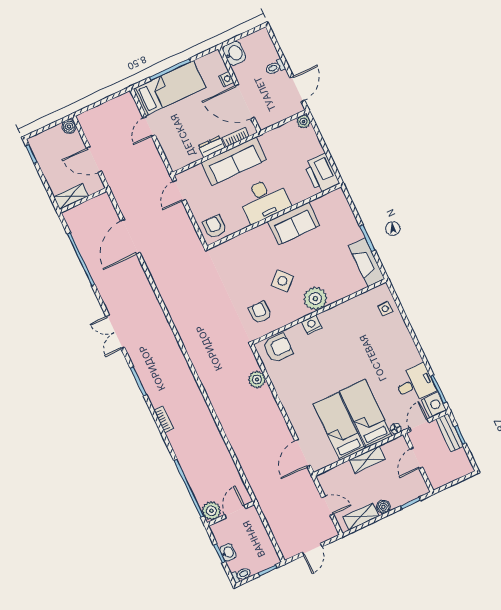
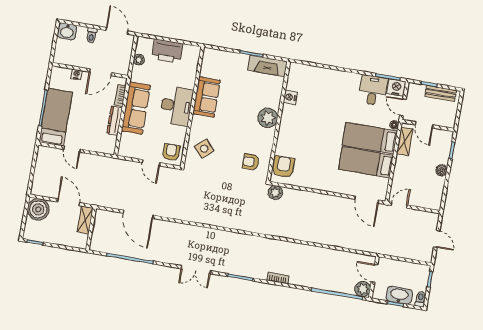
washbasin: (234, 53) -> (67, 31), moved, turned 180
door: (245, 101) -> (100, 72), width x0.73
plant: (304, 122) -> (139, 60), moved
boiler: (69, 127) -> (38, 209), width x1.86, depth x1.86
dresser: (212, 147) -> (115, 121), width x1.44
door: (94, 160) -> (68, 202), swing flipped
printer: (322, 173) -> (167, 51), moved
door: (179, 191) -> (151, 163), moved
shelving: (71, 196) -> (85, 220), moved
armchair: (215, 227) -> (171, 152), turned 90
side table: (282, 281) -> (204, 149), moved
side table: (385, 309) -> (308, 75), removed
nightstand: (312, 325) -> (290, 97), moved
plant: (257, 379) -> (275, 192), moved
bench: (449, 433) -> (440, 93), moved
shelving: (367, 459) -> (405, 141), moved
door: (328, 506) -> (399, 205), moved
shelving: (361, 517) -> (437, 190), removed
washbasin: (228, 552) -> (399, 295), width x1.91, depth x1.45

